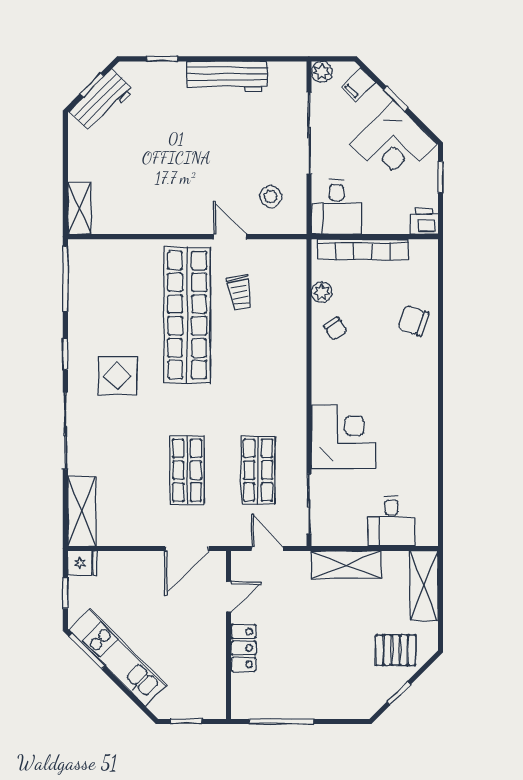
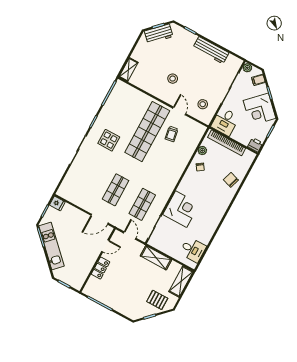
stool: (180, 177) -> (173, 79), added
shelving: (82, 511) -> (68, 184), removed
desk: (391, 521) -> (193, 250), moved, turned -90

